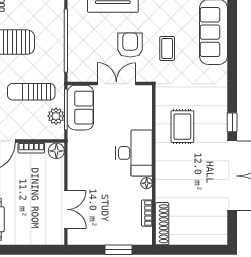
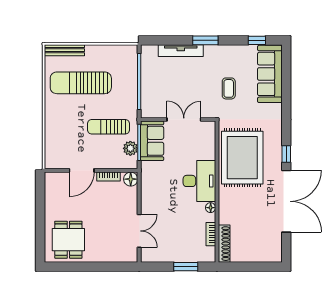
armchair: (130, 45) -> (196, 85), removed
rug: (182, 127) -> (242, 158), width x1.86, depth x2.06

